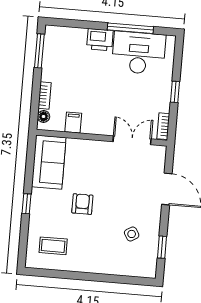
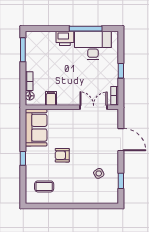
armchair: (82, 204) -> (62, 155), turned -90

